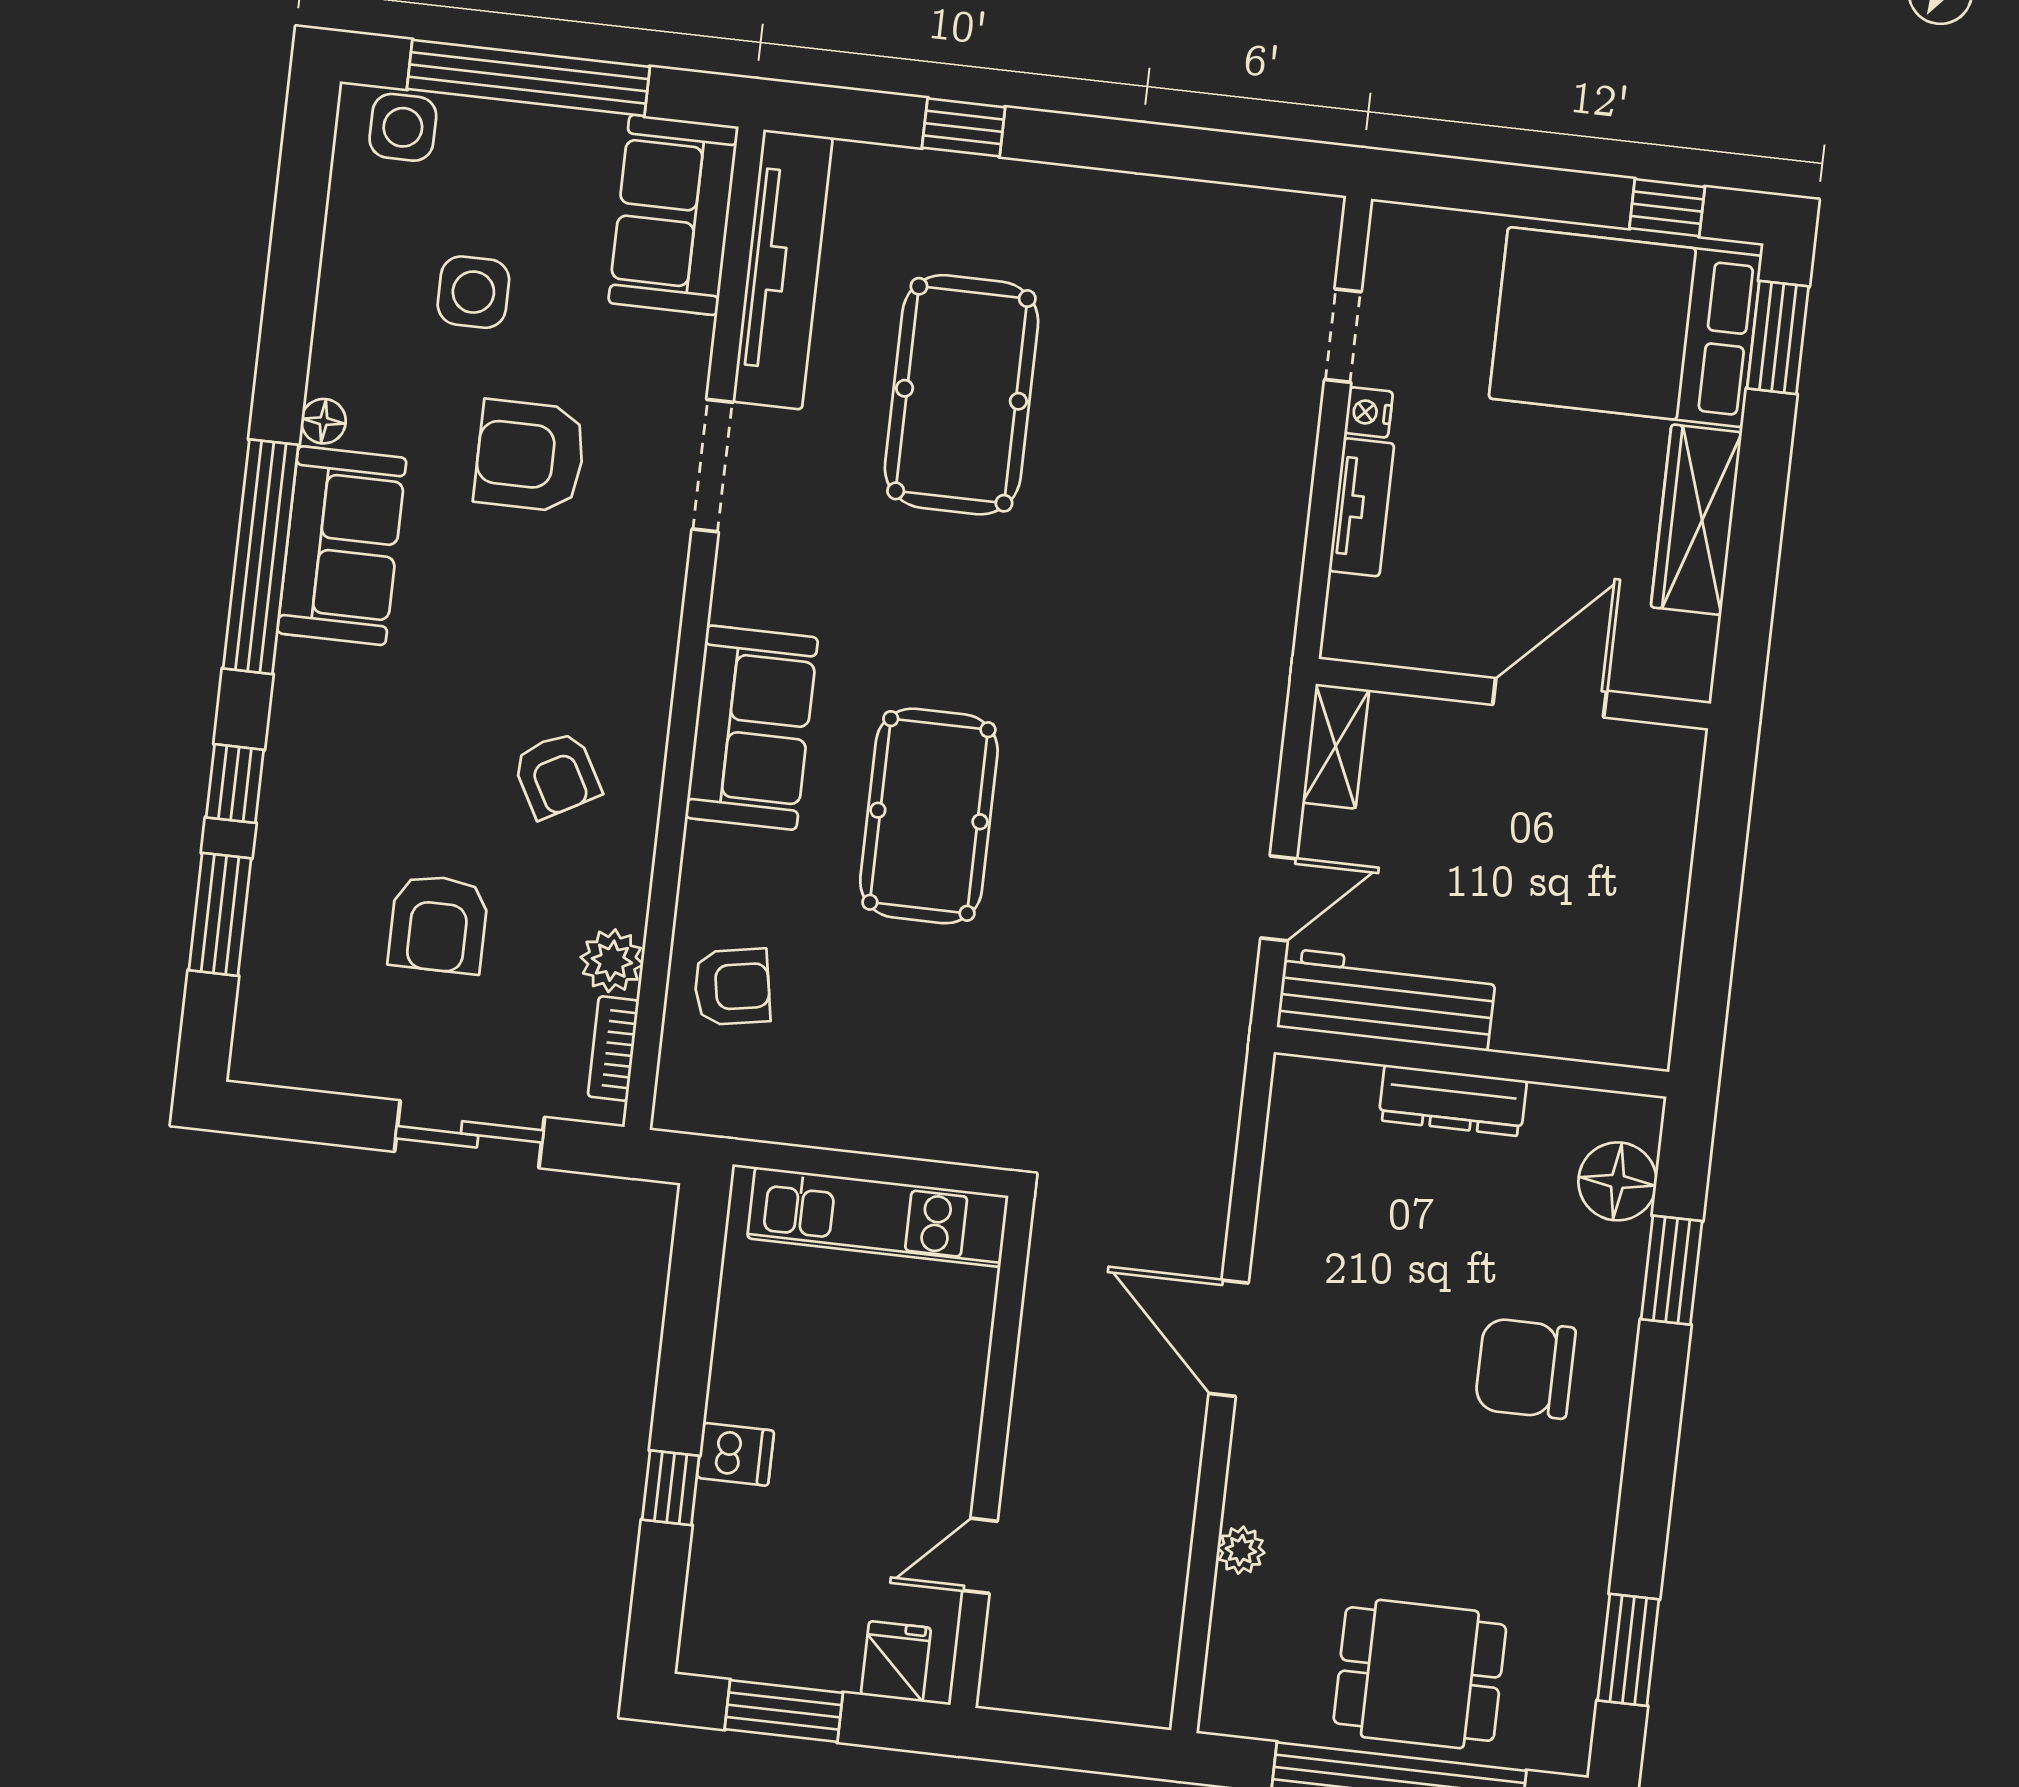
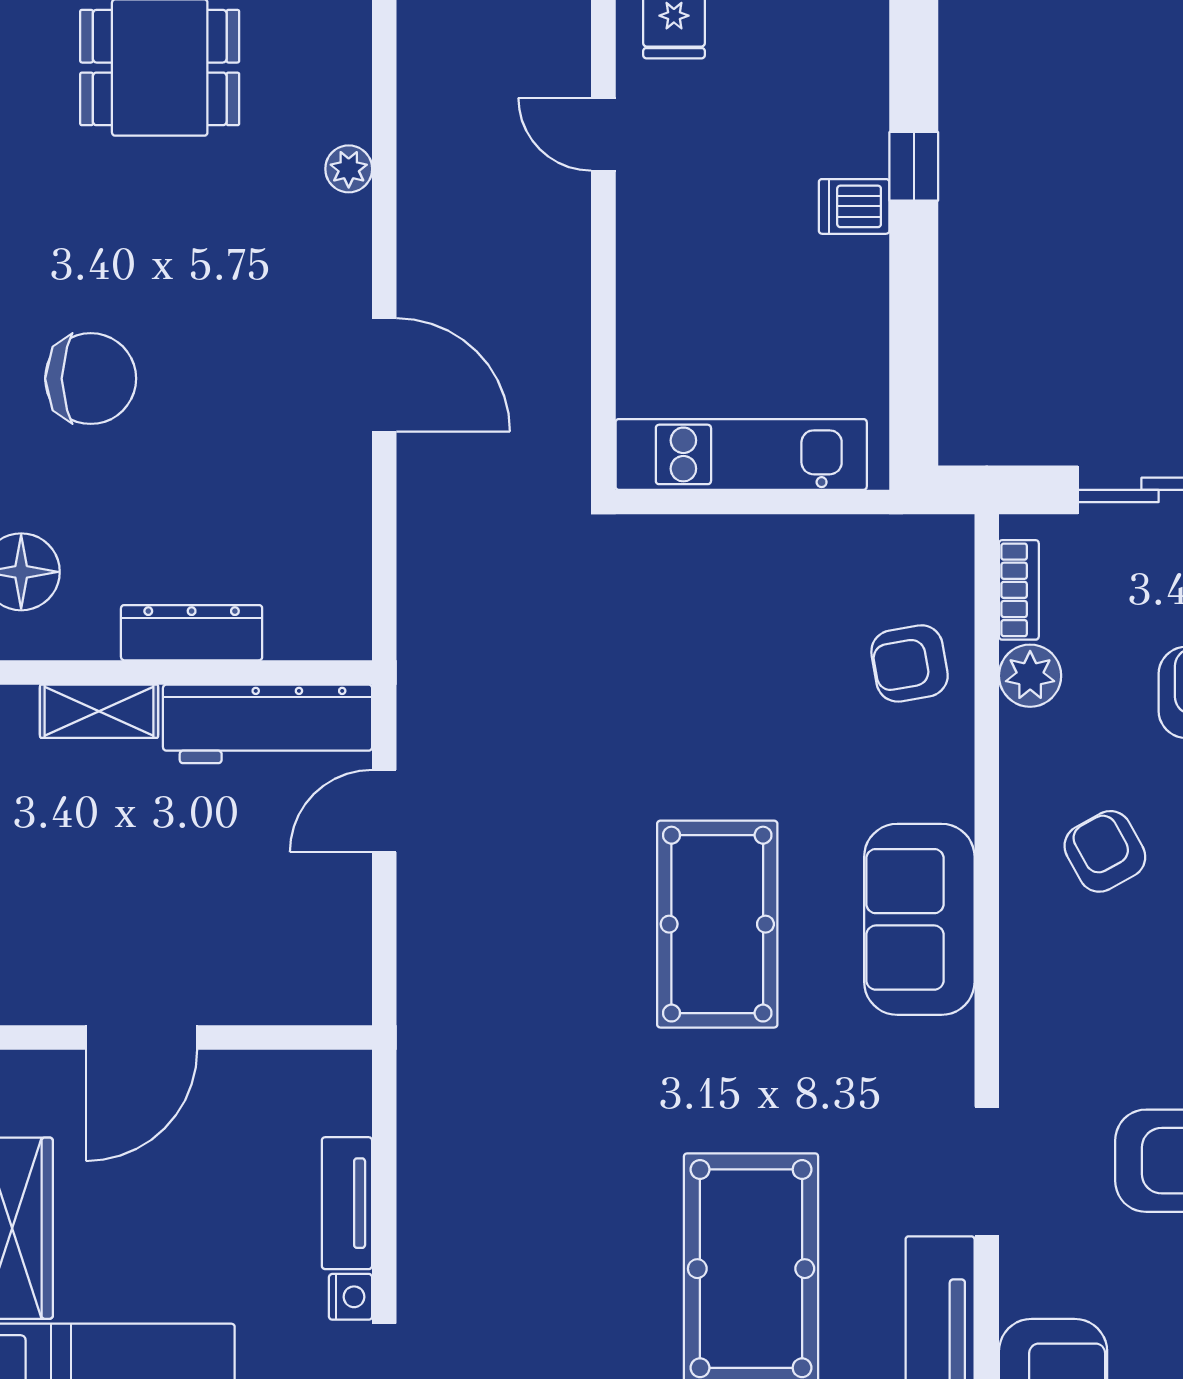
shelving: (1336, 746) -> (99, 711), moved, turned 90
pool table: (929, 816) -> (717, 924), moved
door: (980, 1556) -> (603, 134), swing flipped

